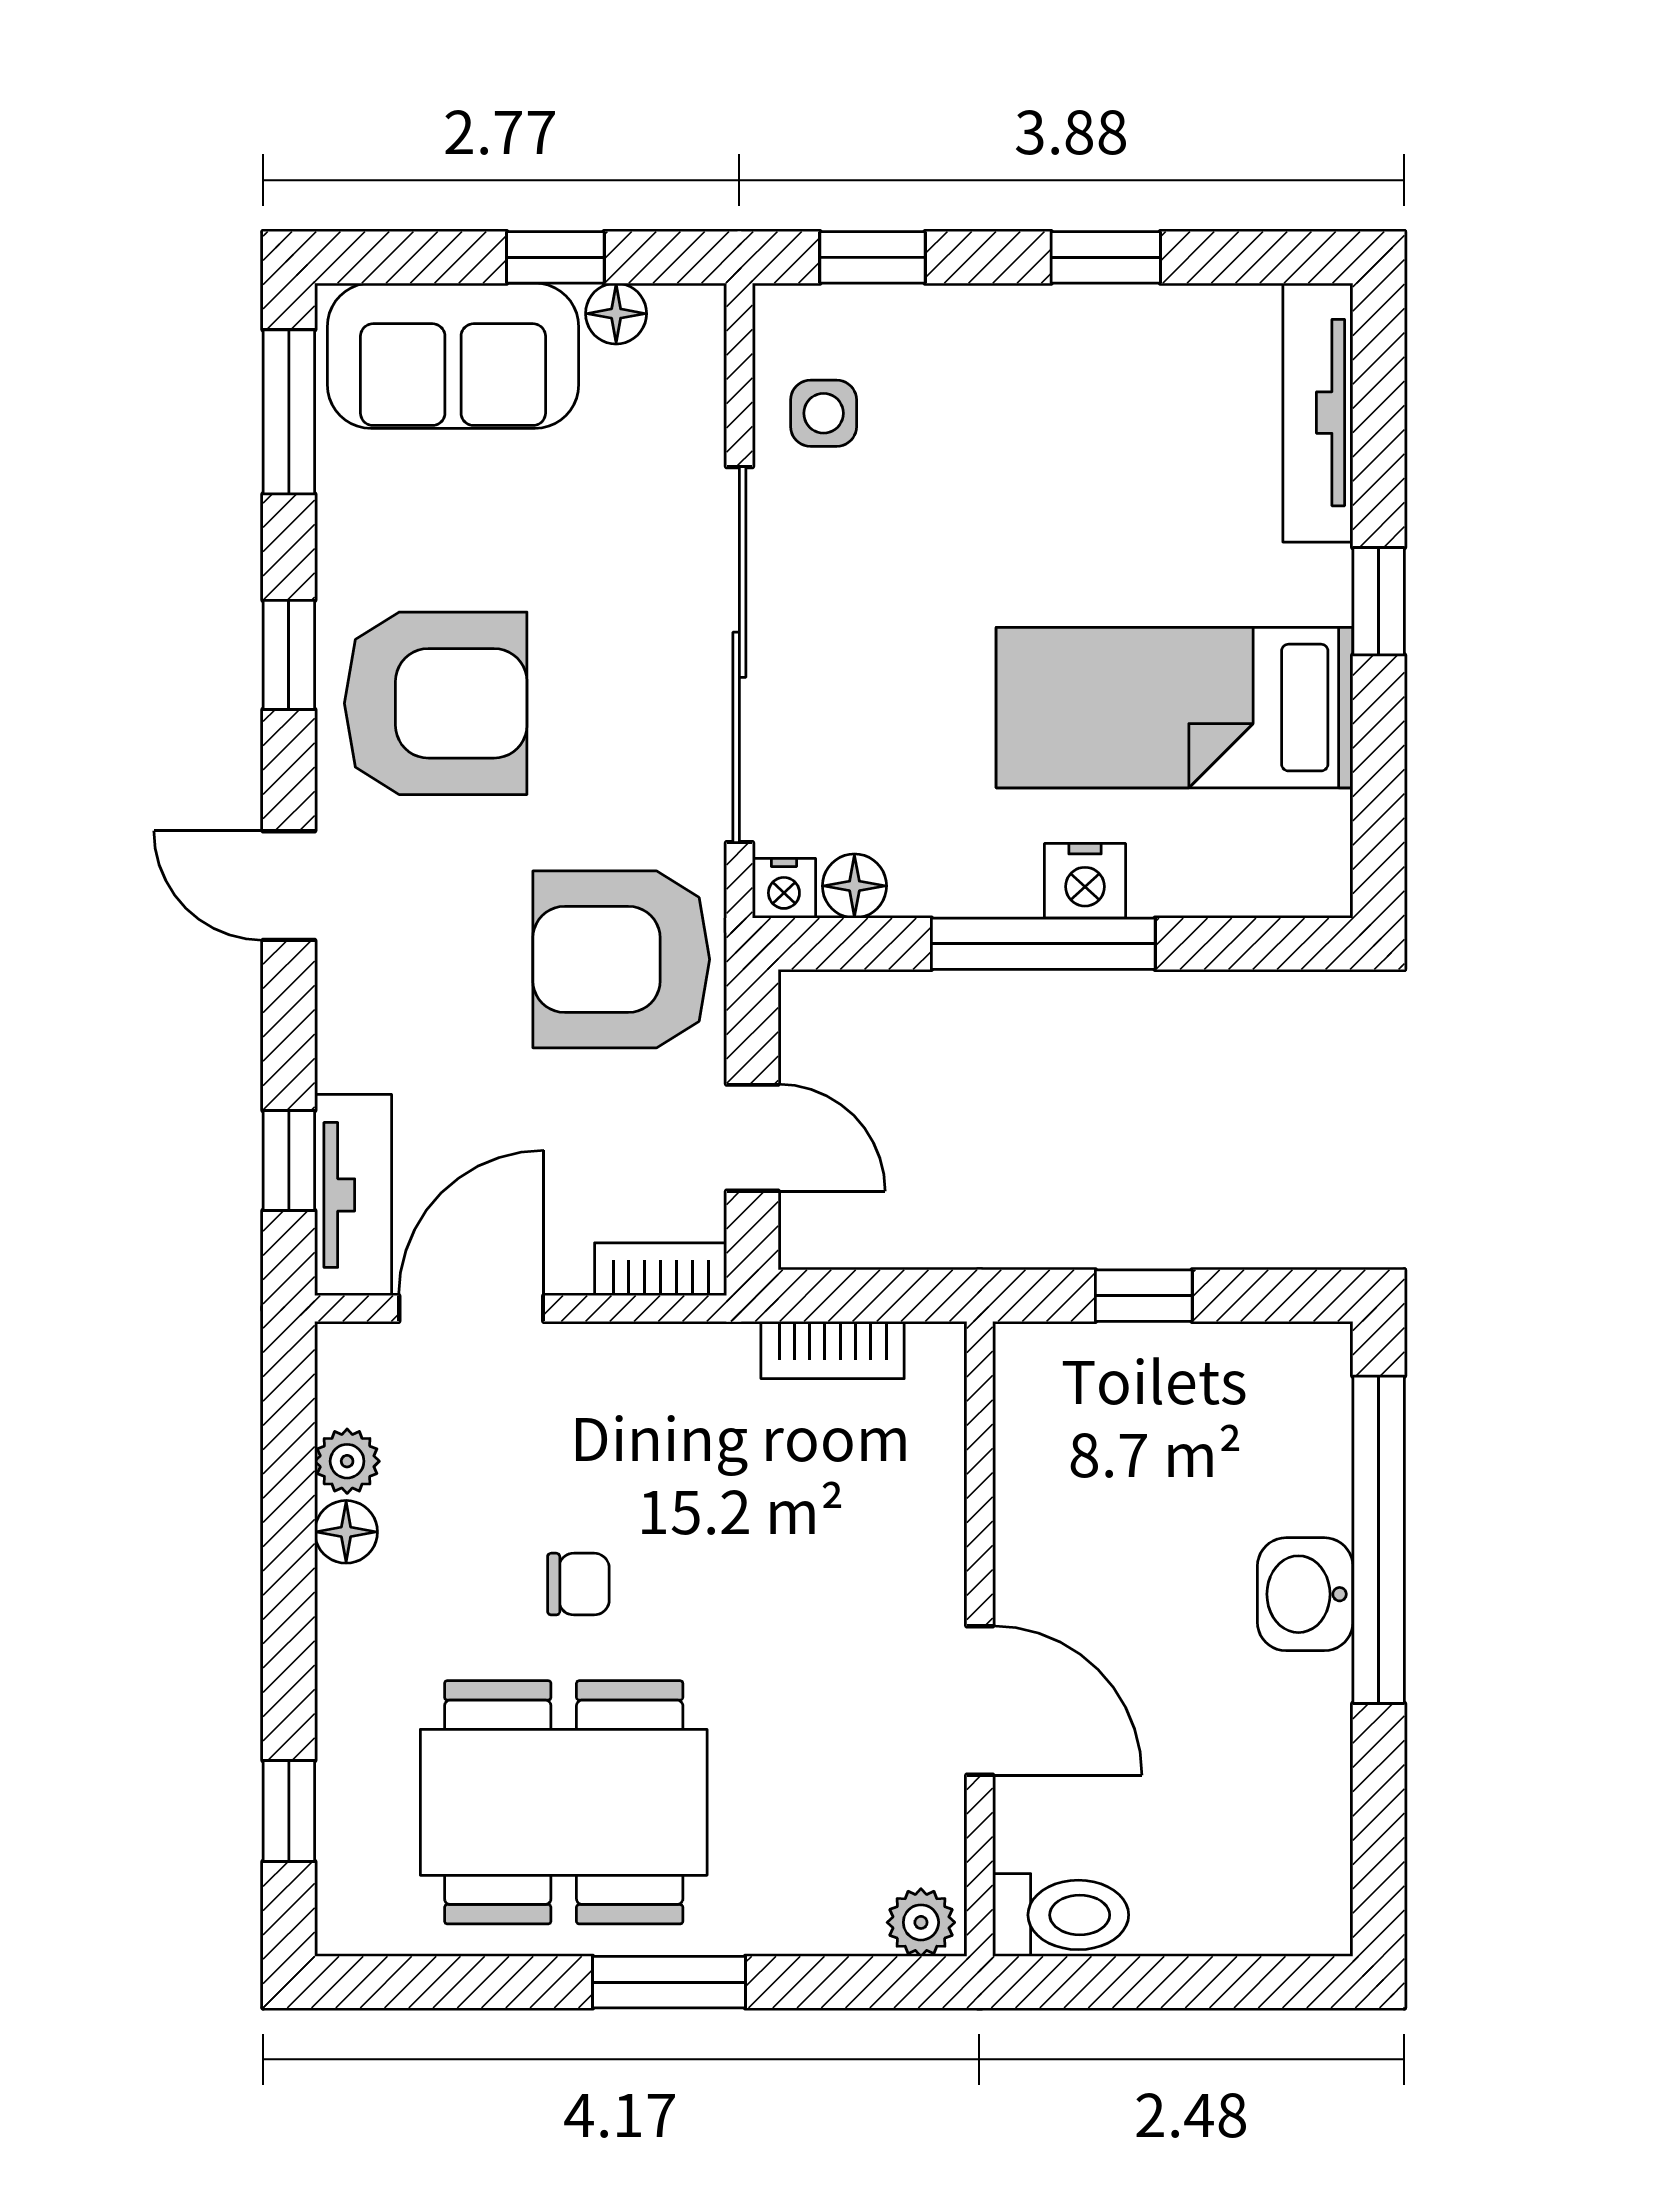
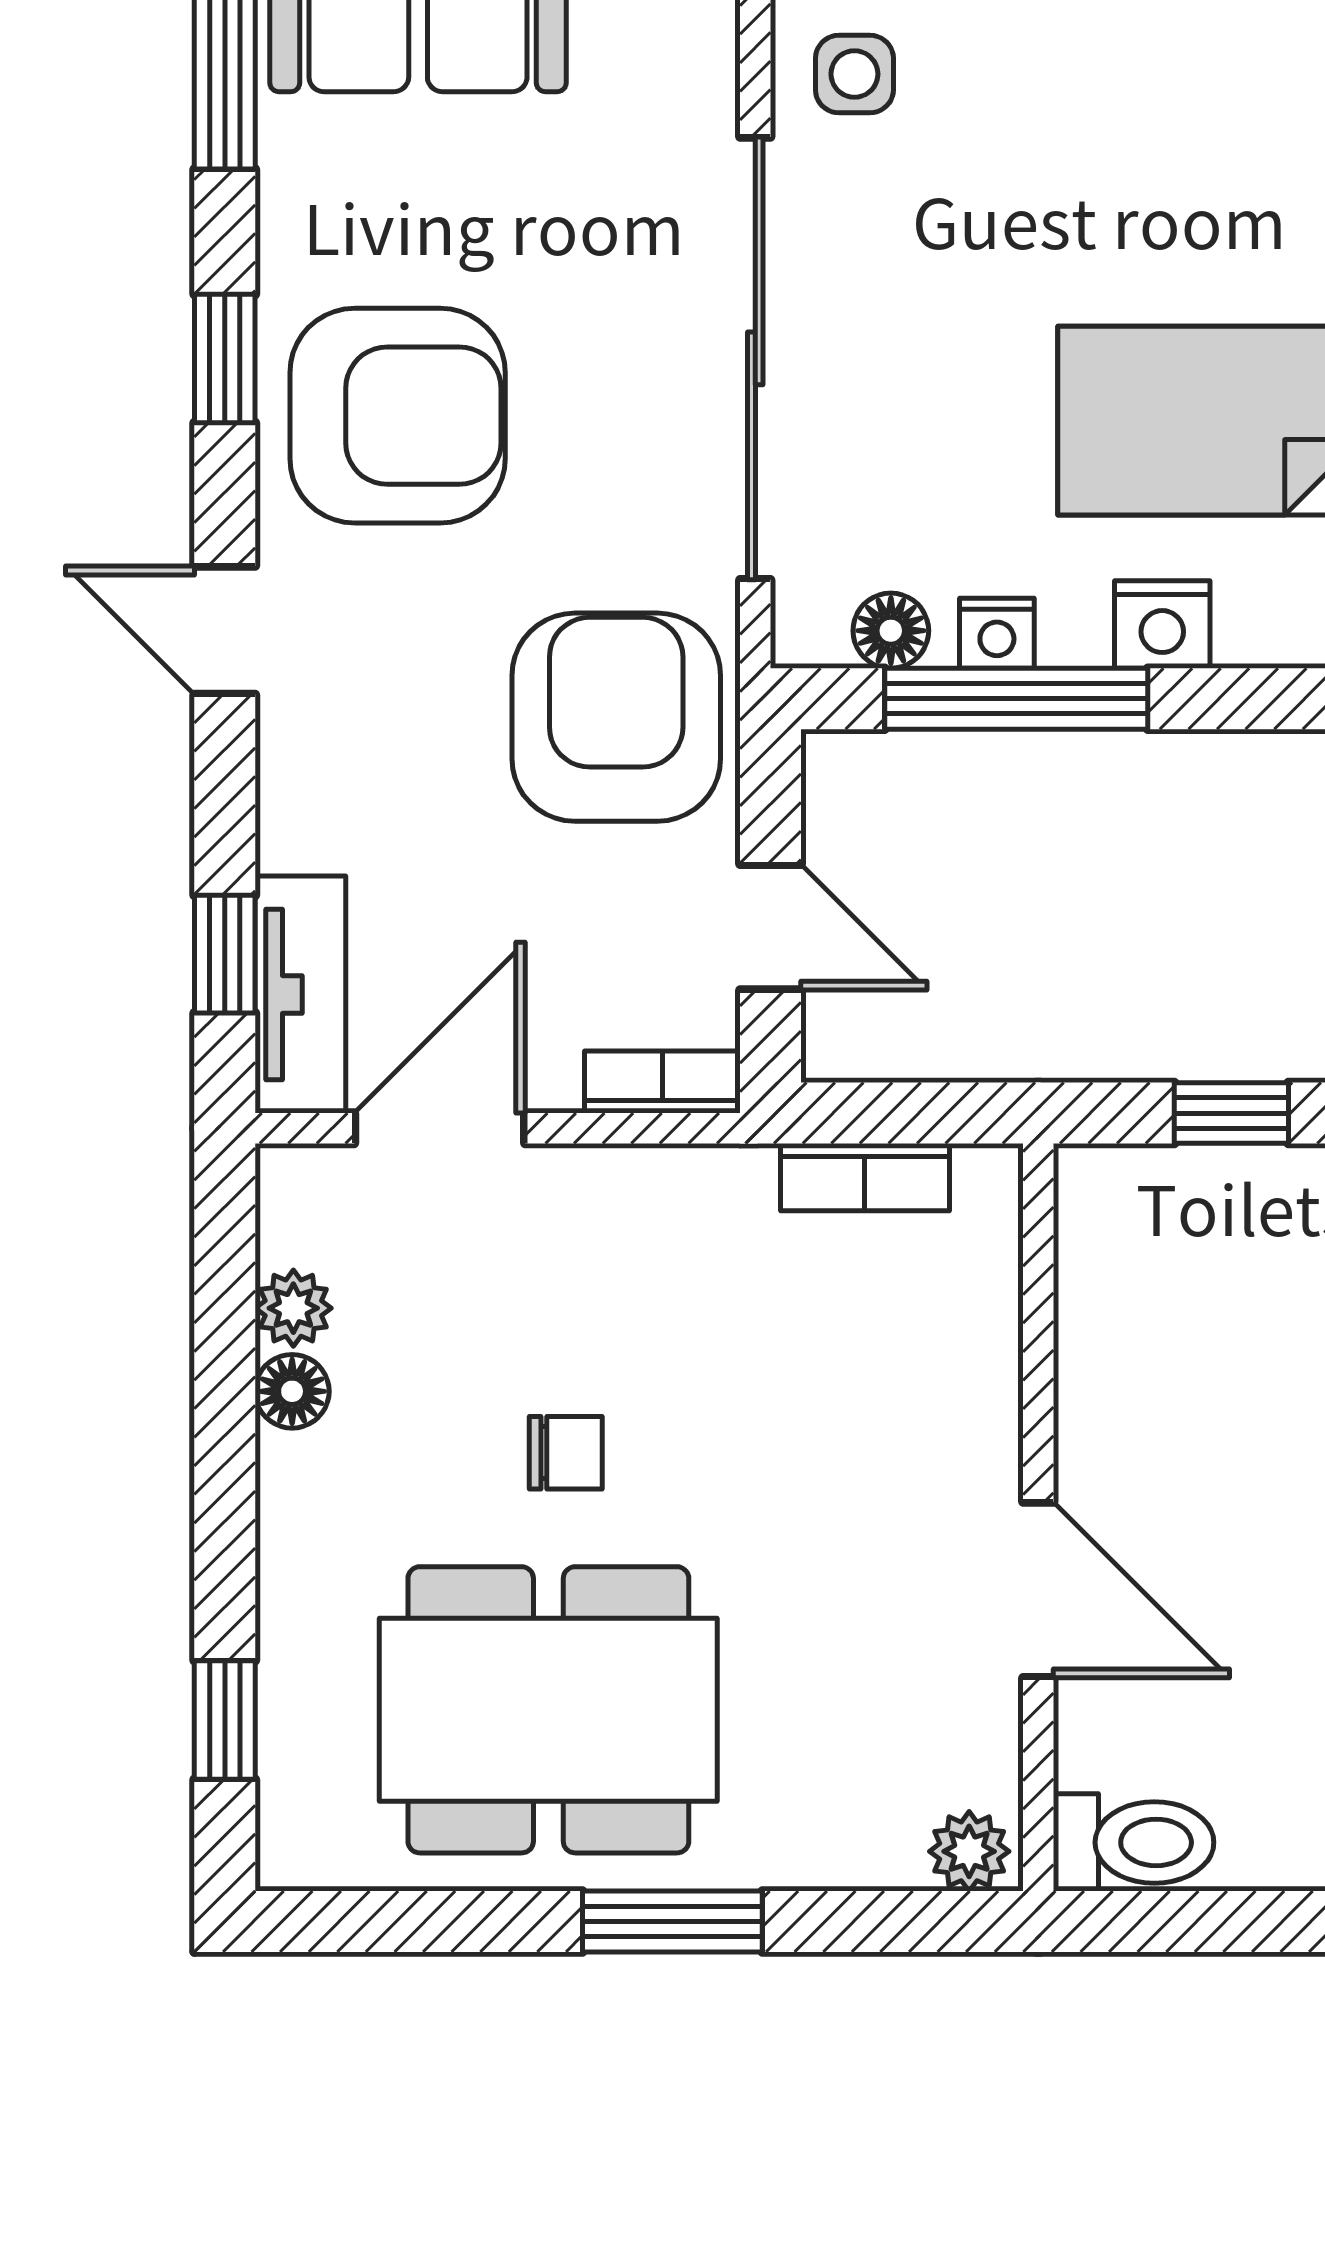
nightstand: (784, 888) -> (997, 633), moved
window: (1043, 944) -> (1016, 699), moved
armchair: (621, 959) -> (616, 717), turned 90

